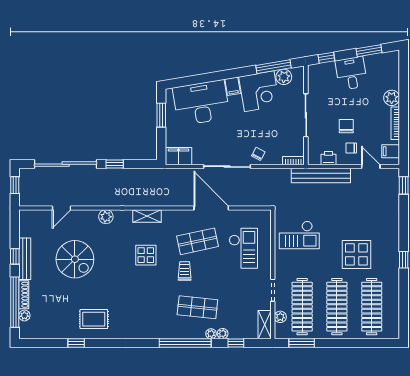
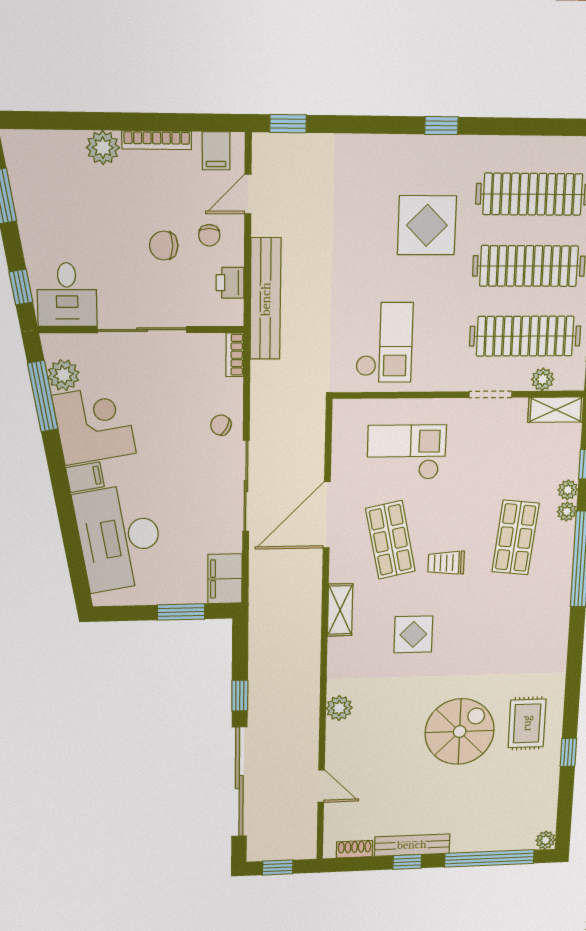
desk: (351, 73) -> (67, 295), moved, turned -81
window: (161, 115) -> (181, 612), moved
shelving: (147, 216) -> (340, 610), moved
spiral stairs: (75, 259) -> (460, 732), moved
shoe rack: (24, 295) -> (355, 849), moved, width x0.70
plant: (24, 316) -> (546, 840), moved

